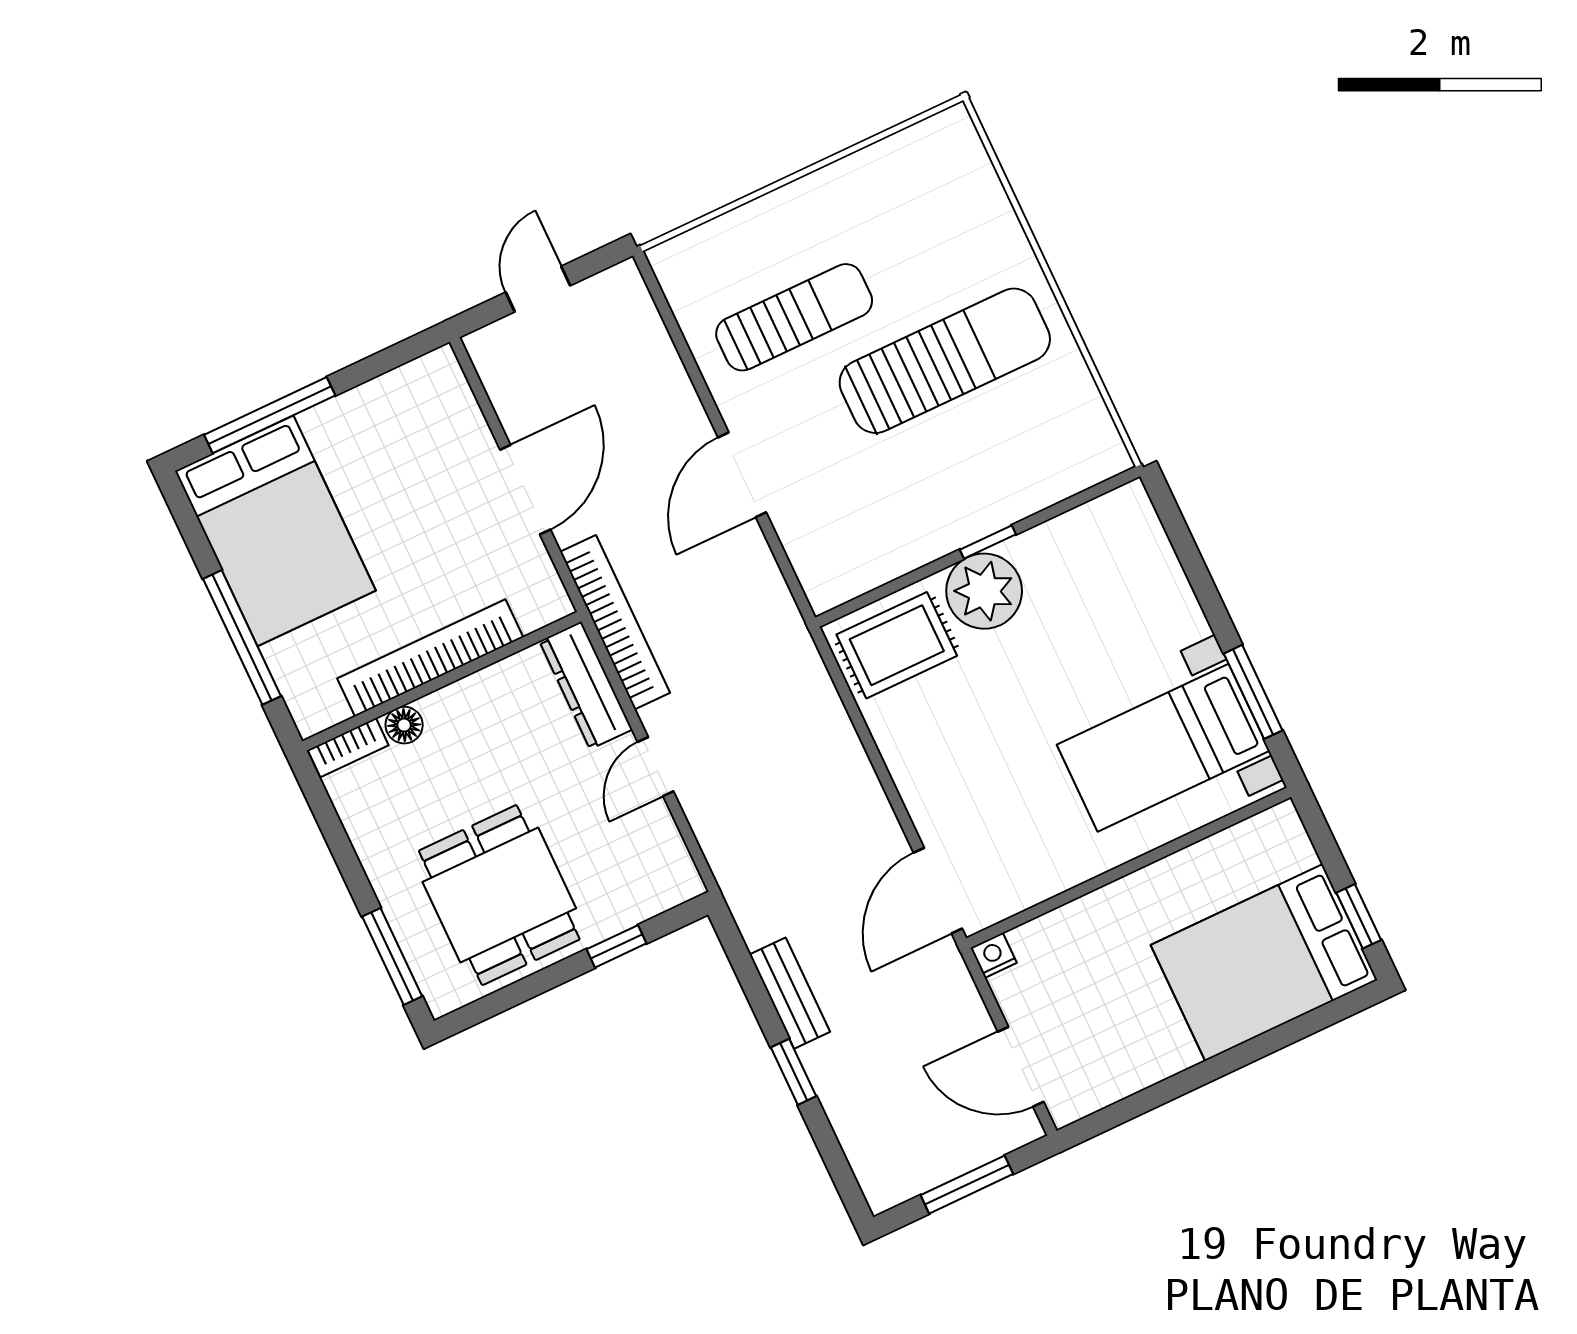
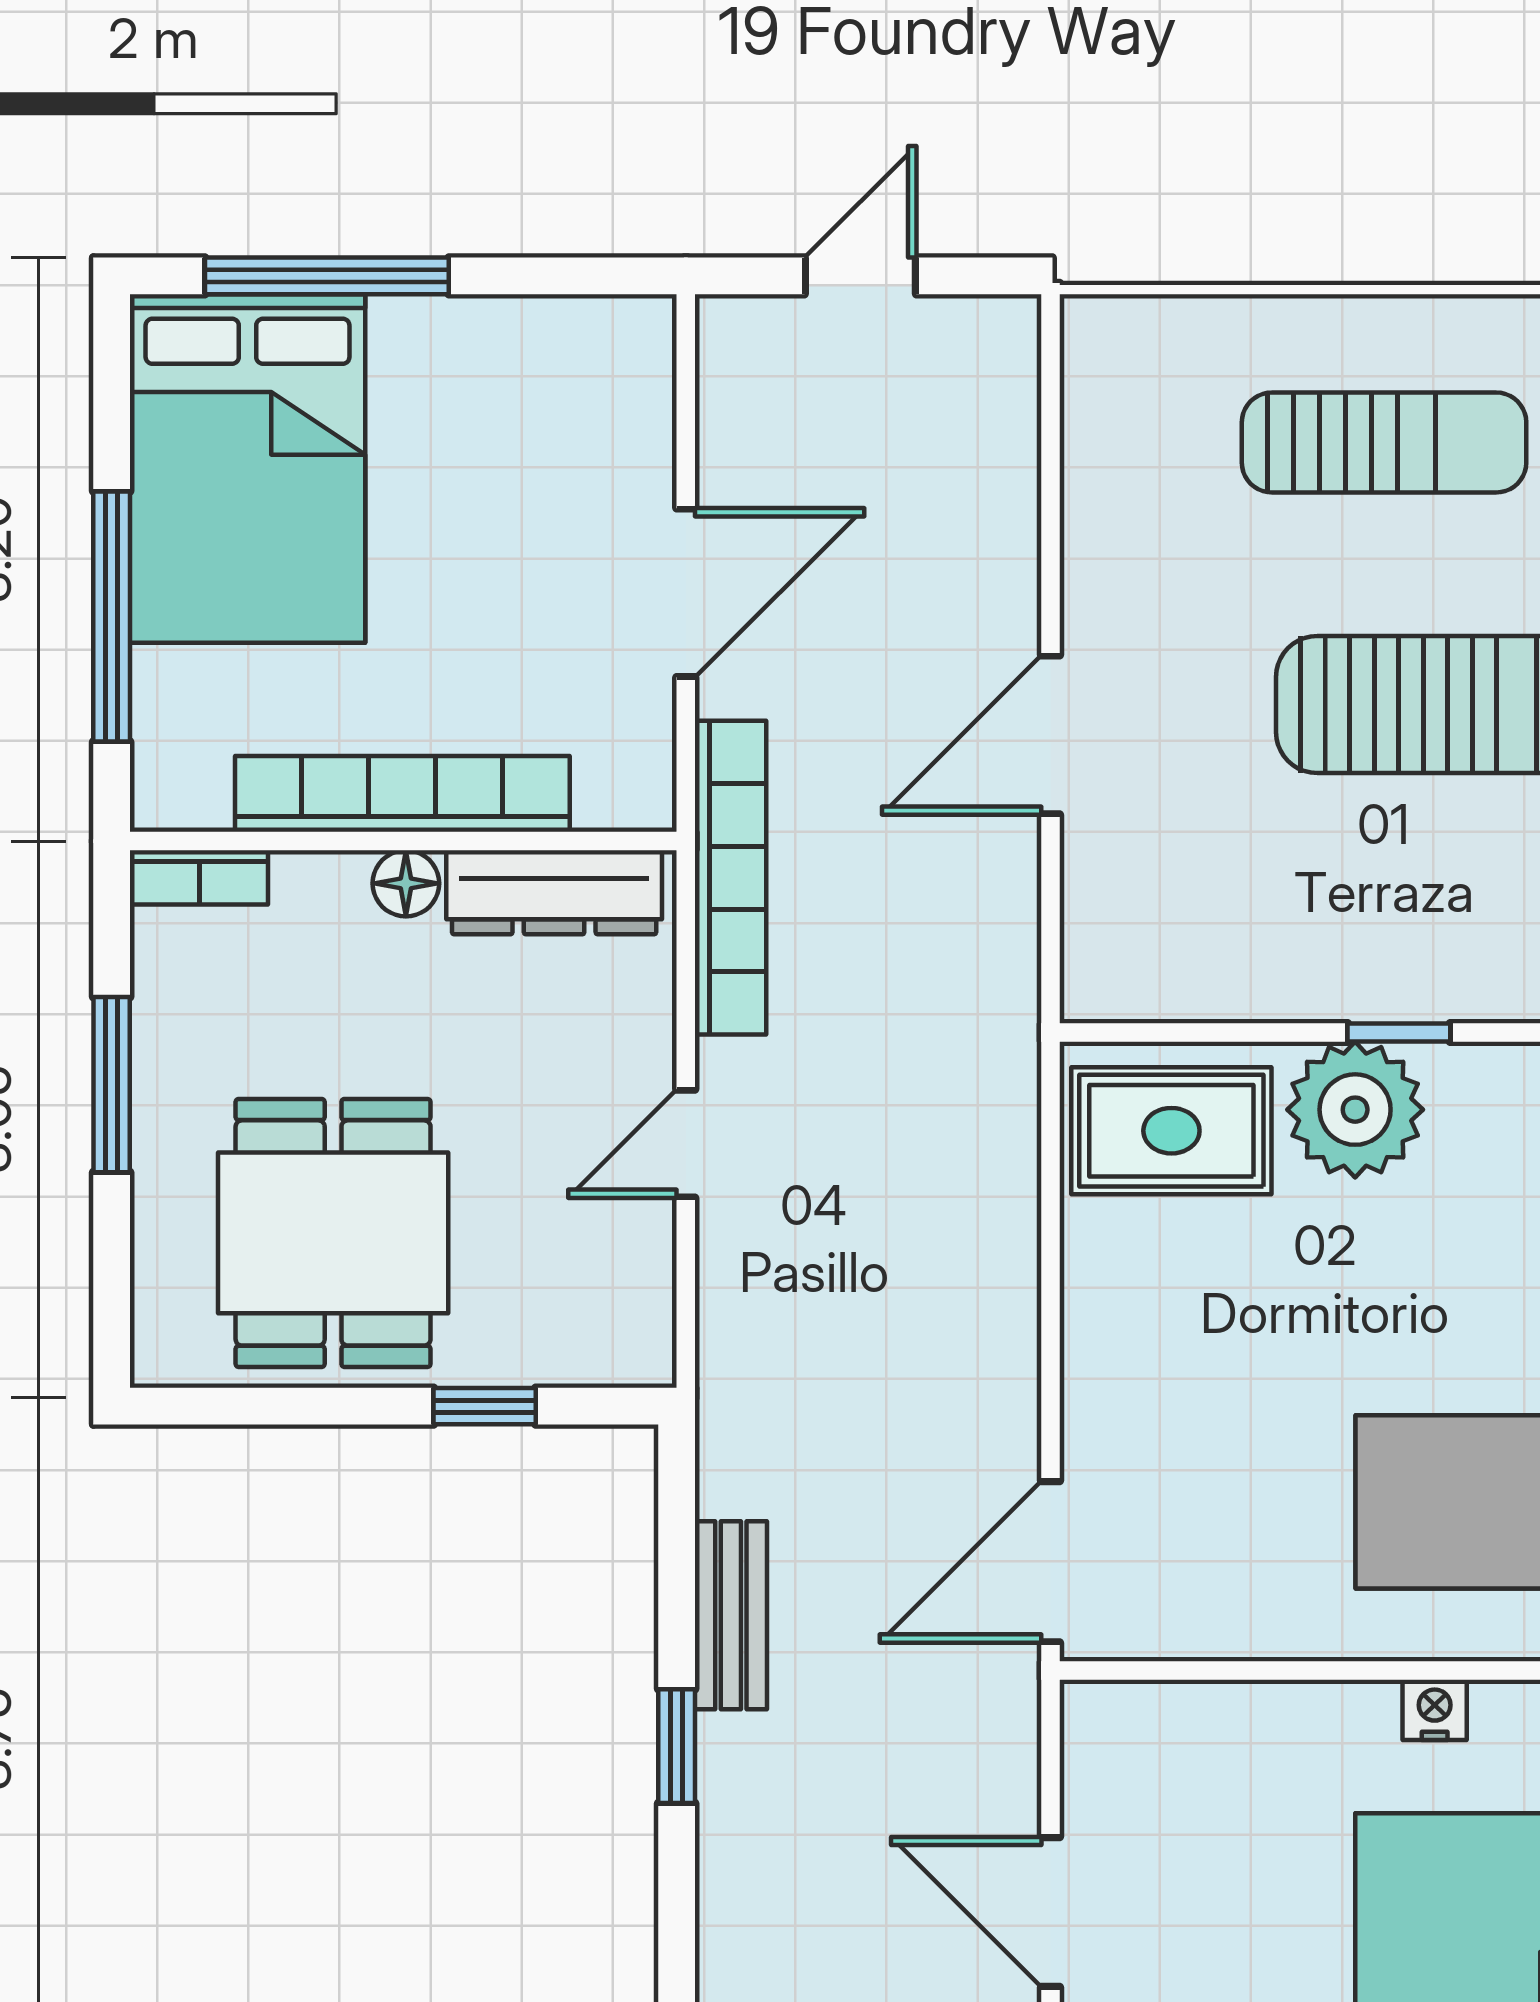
sun lounger: (794, 317) -> (1384, 442), moved
dresser: (586, 685) -> (554, 892), moved, turned -90
floor lamp: (404, 725) -> (406, 883), moved
nightstand: (994, 955) -> (1435, 1710), moved
window: (392, 956) -> (112, 1085), moved

